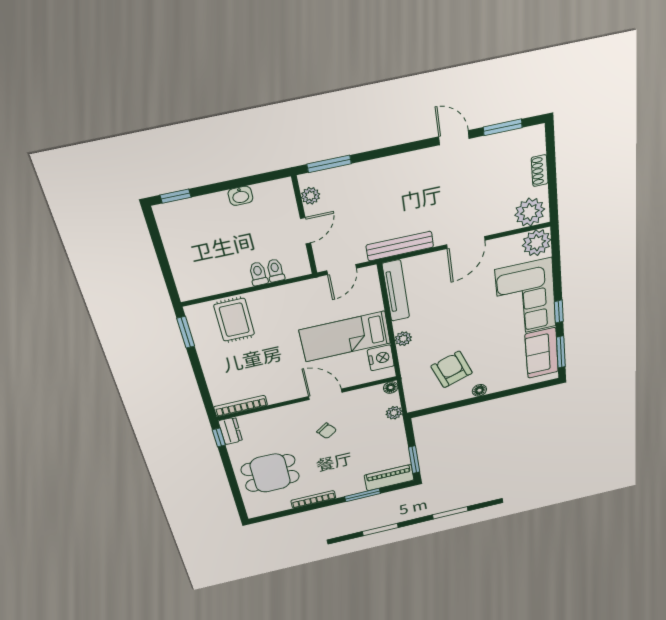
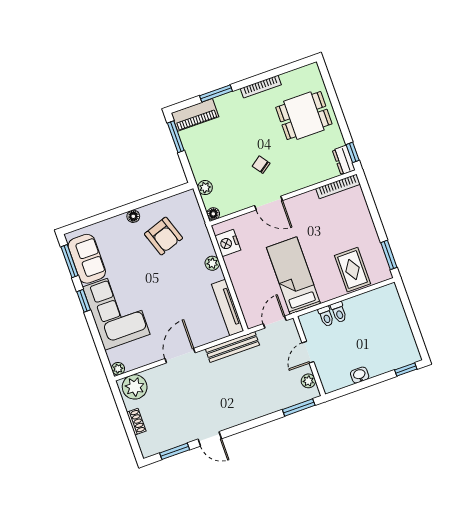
plant: (537, 243) -> (118, 369), width x0.53, depth x0.53
bed: (345, 337) -> (293, 275), moved, turned -90

